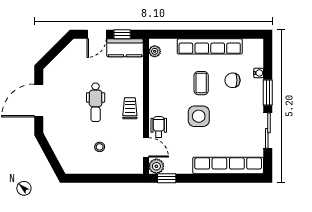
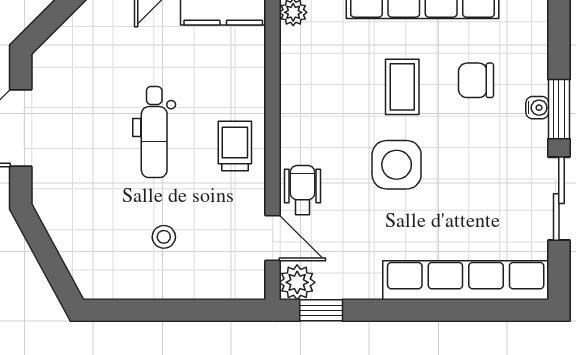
water cooler: (259, 73) -> (537, 108), moved

